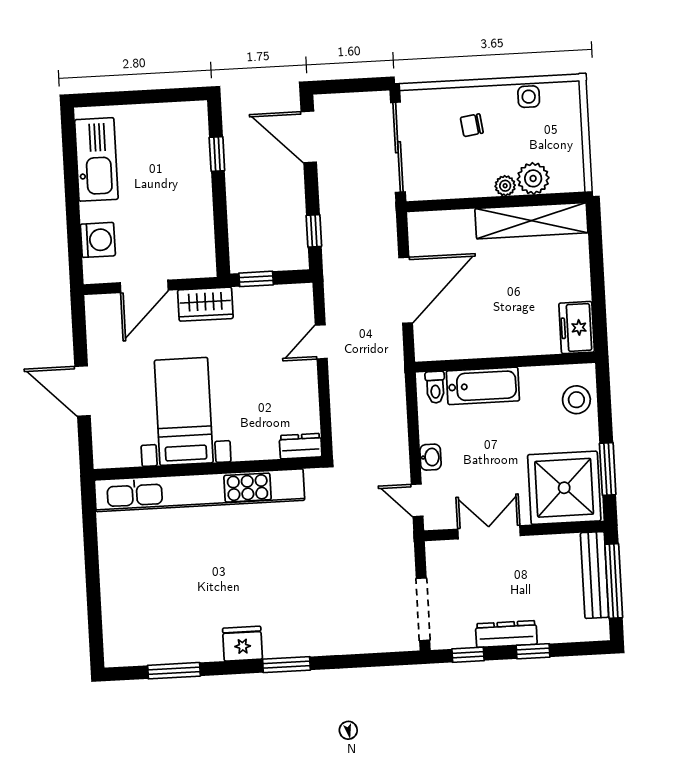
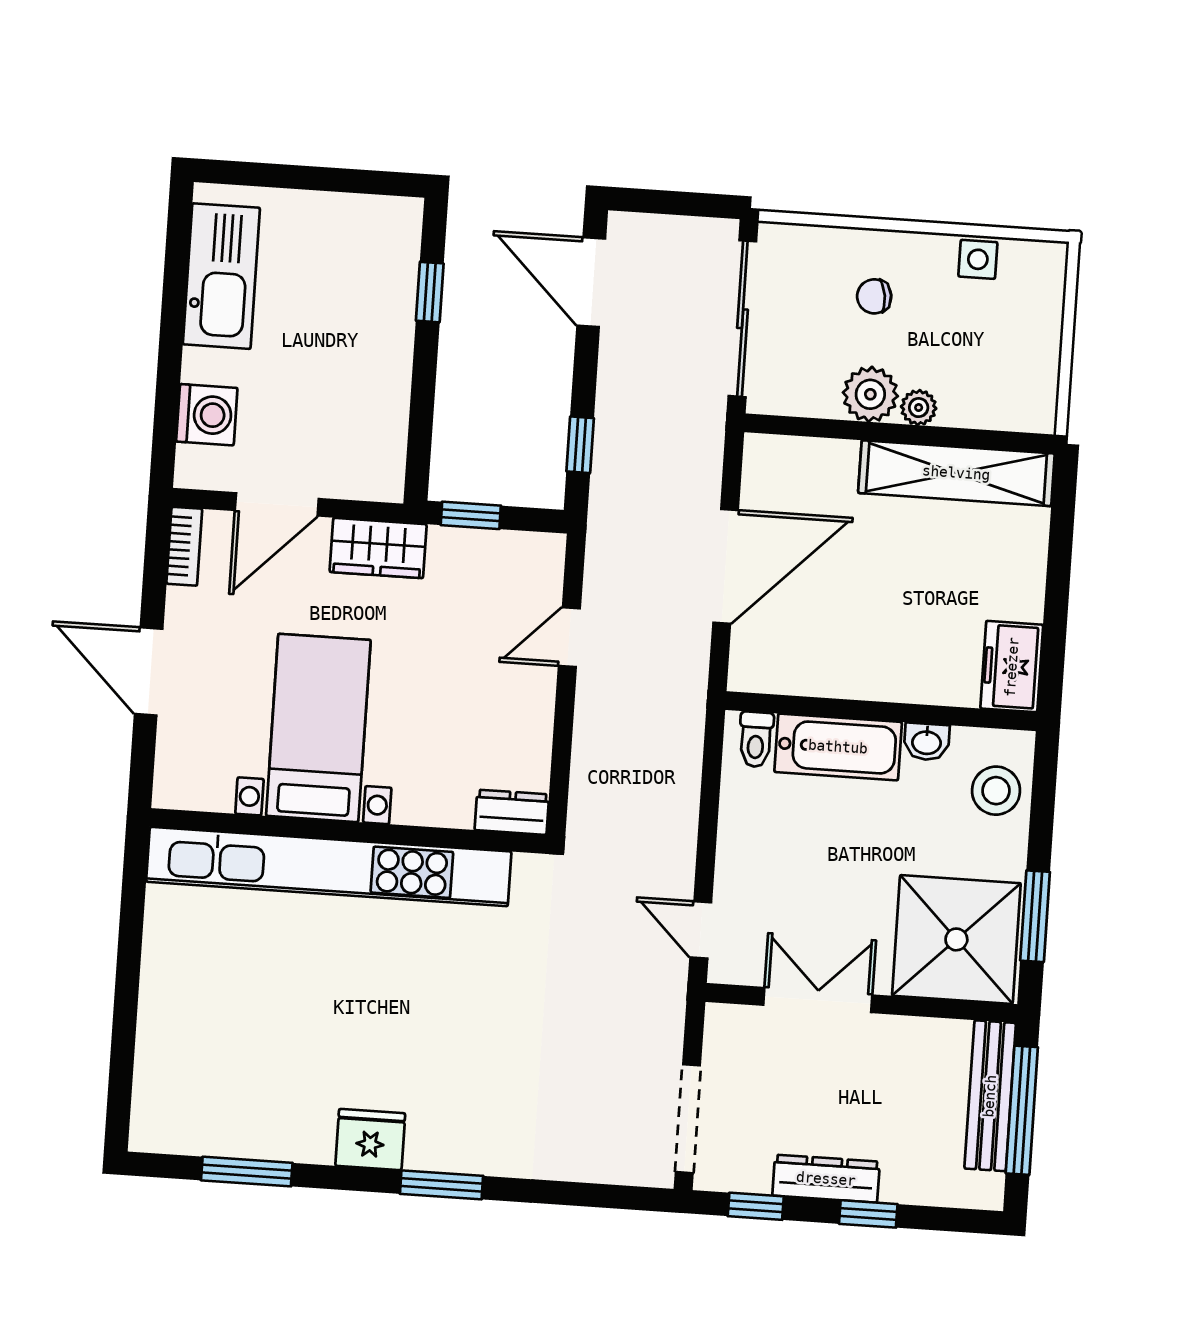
plant: (533, 178) -> (870, 394), moved
bookcase: (94, 317) -> (184, 546), added
washbasin: (431, 457) -> (927, 742), moved, turned 90

